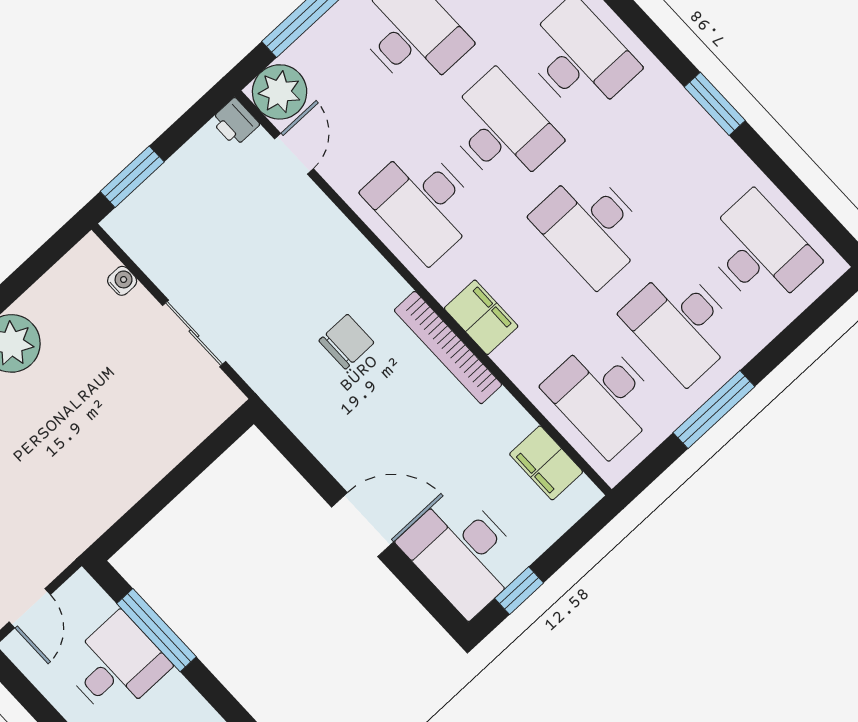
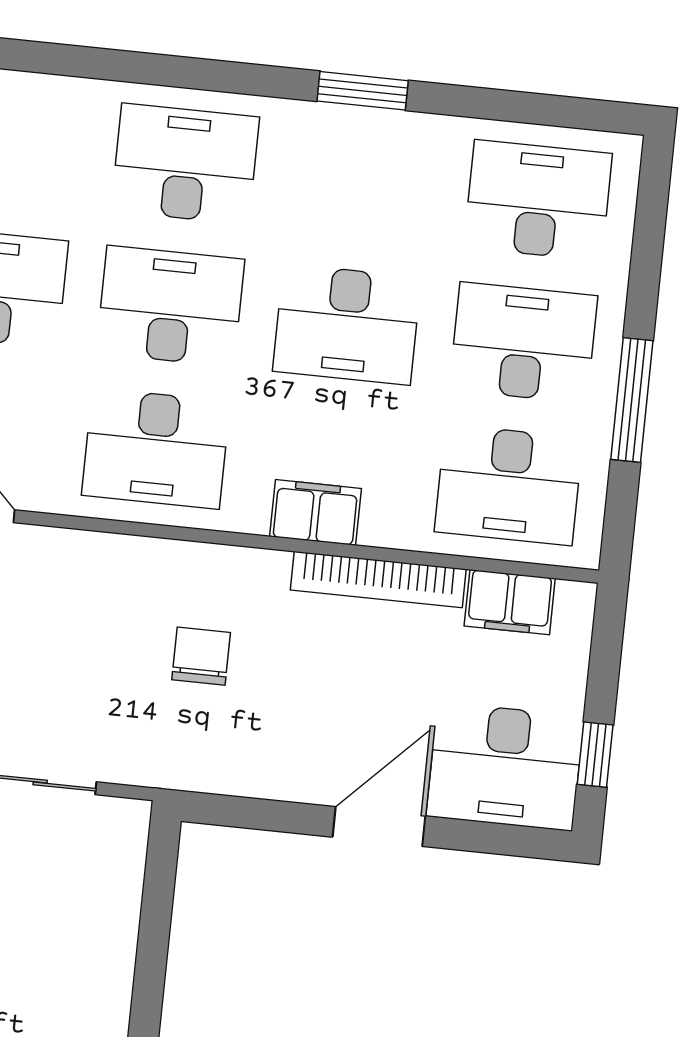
desk: (681, 324) -> (523, 343), turned 180
bookcase: (448, 348) -> (378, 580), moved

